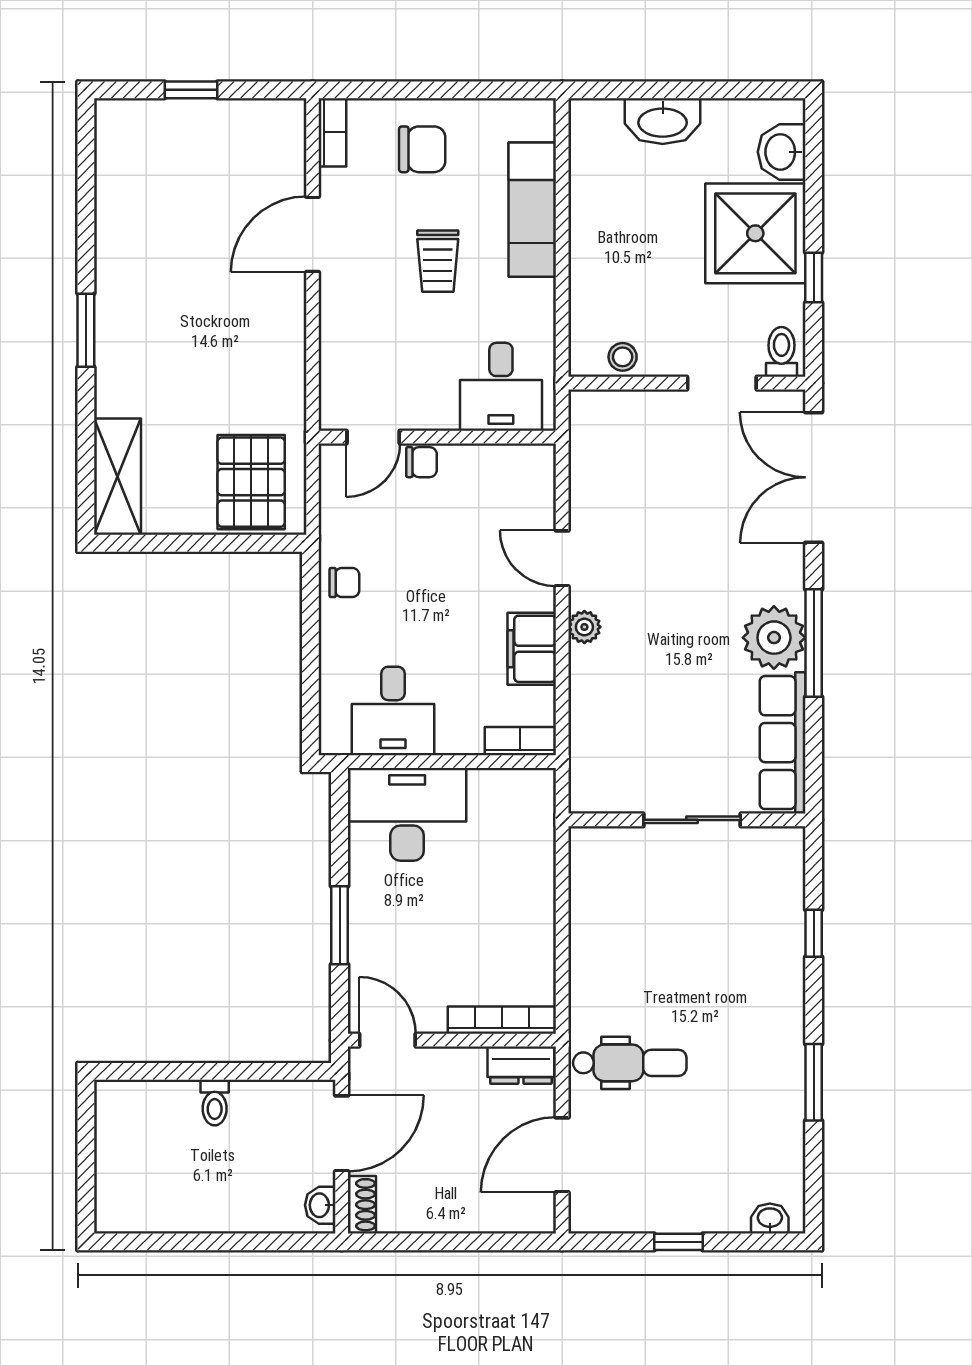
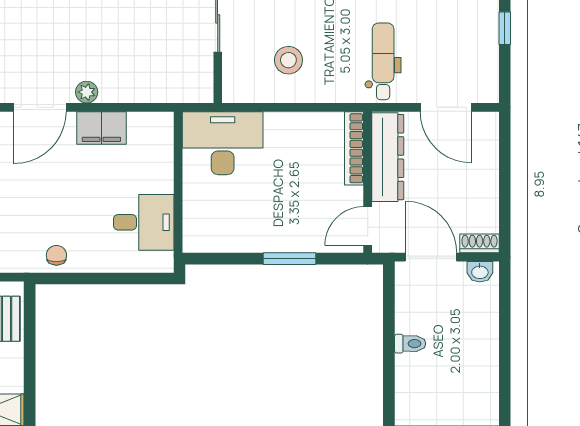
door: (562, 558) -> (40, 107), width x1.37
bookcase: (520, 741) -> (164, 136), removed
desk: (407, 814) -> (223, 143), moved, turned 90
stool: (631, 924) -> (288, 60), added
dresser: (521, 1065) -> (388, 157), width x1.96, depth x1.24

